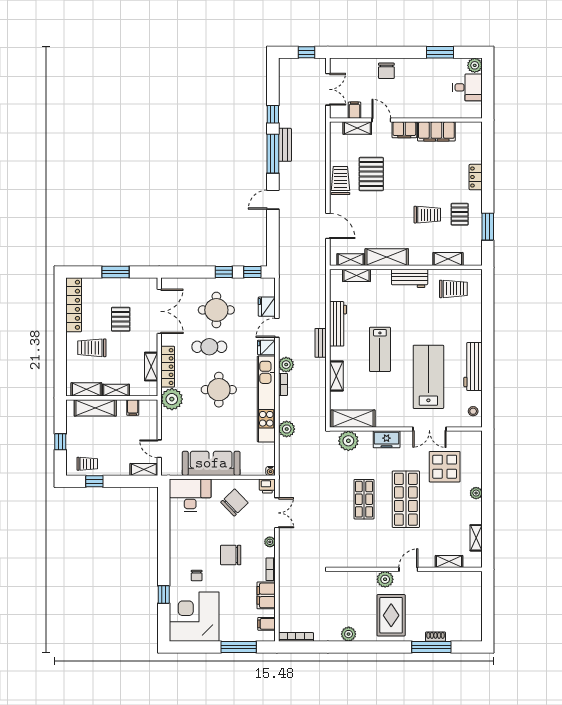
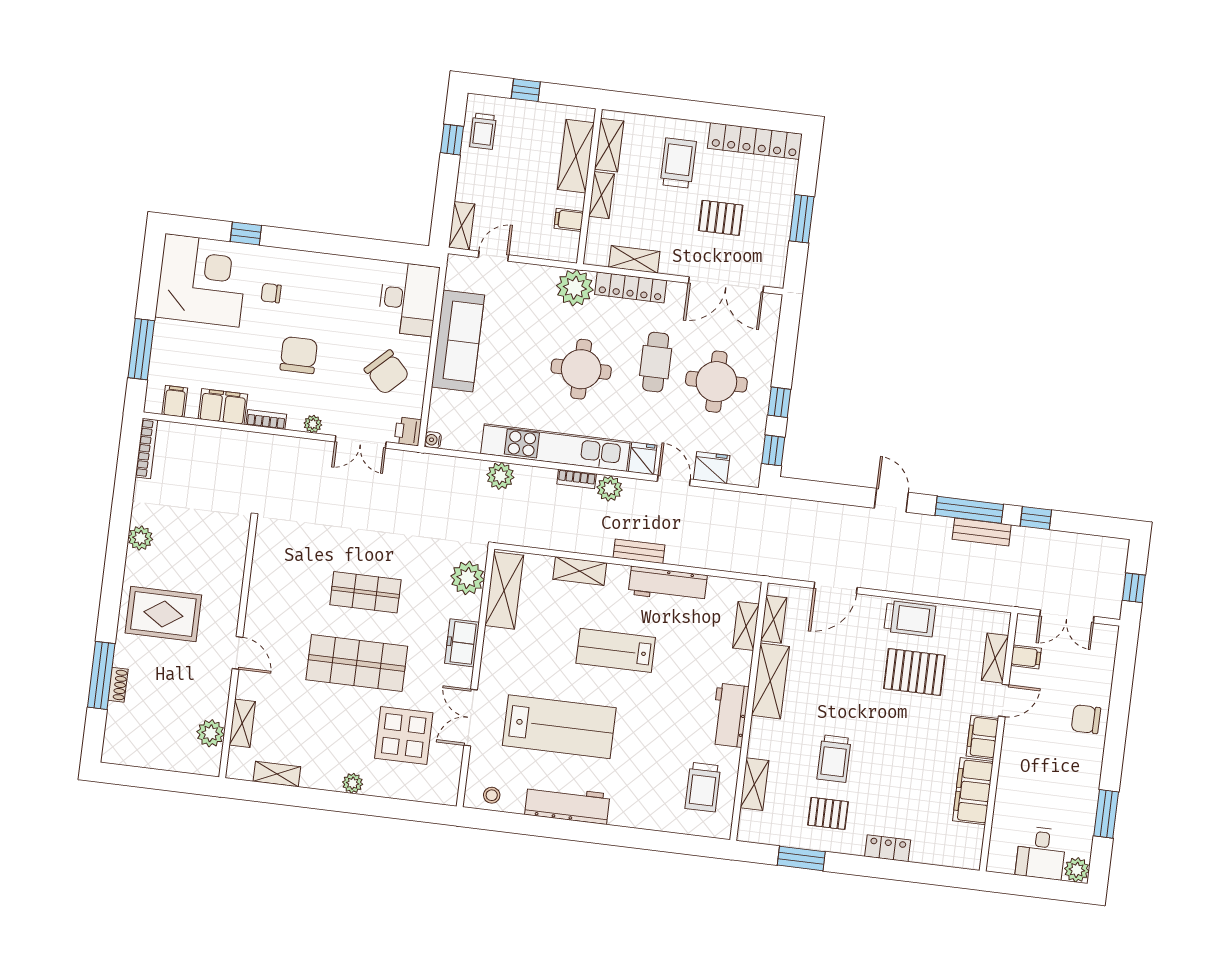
plant: (385, 579) -> (211, 733), moved

